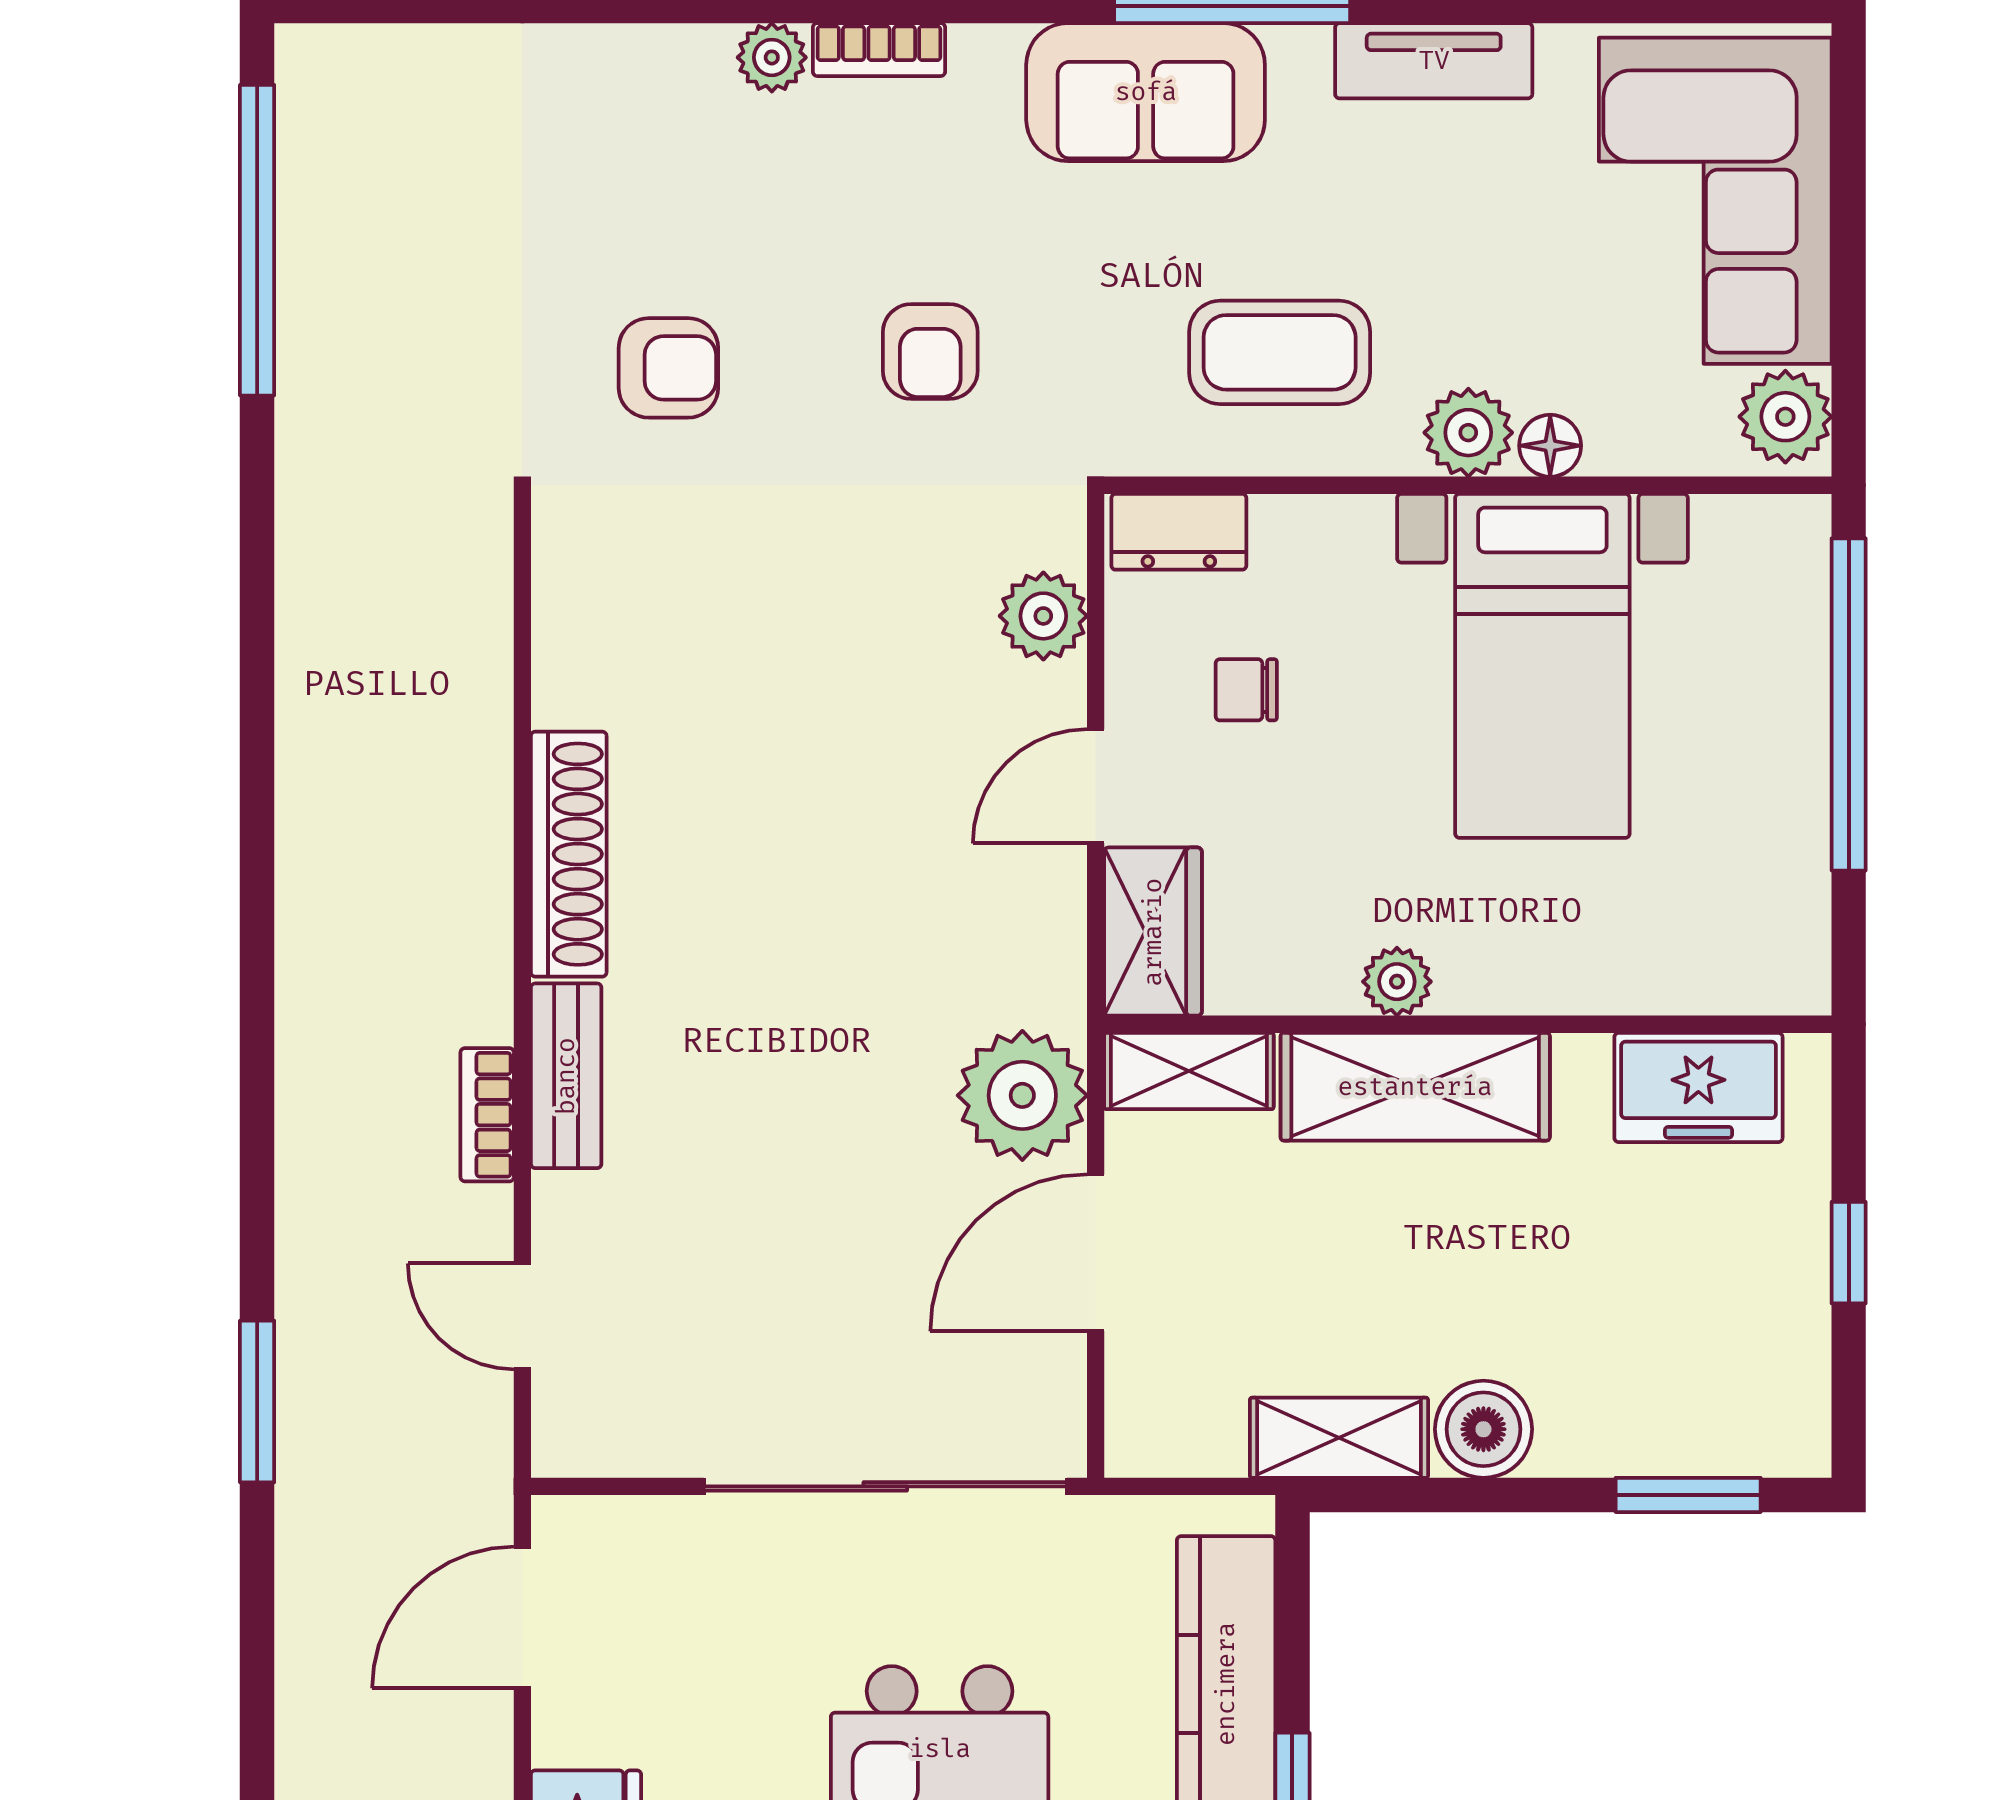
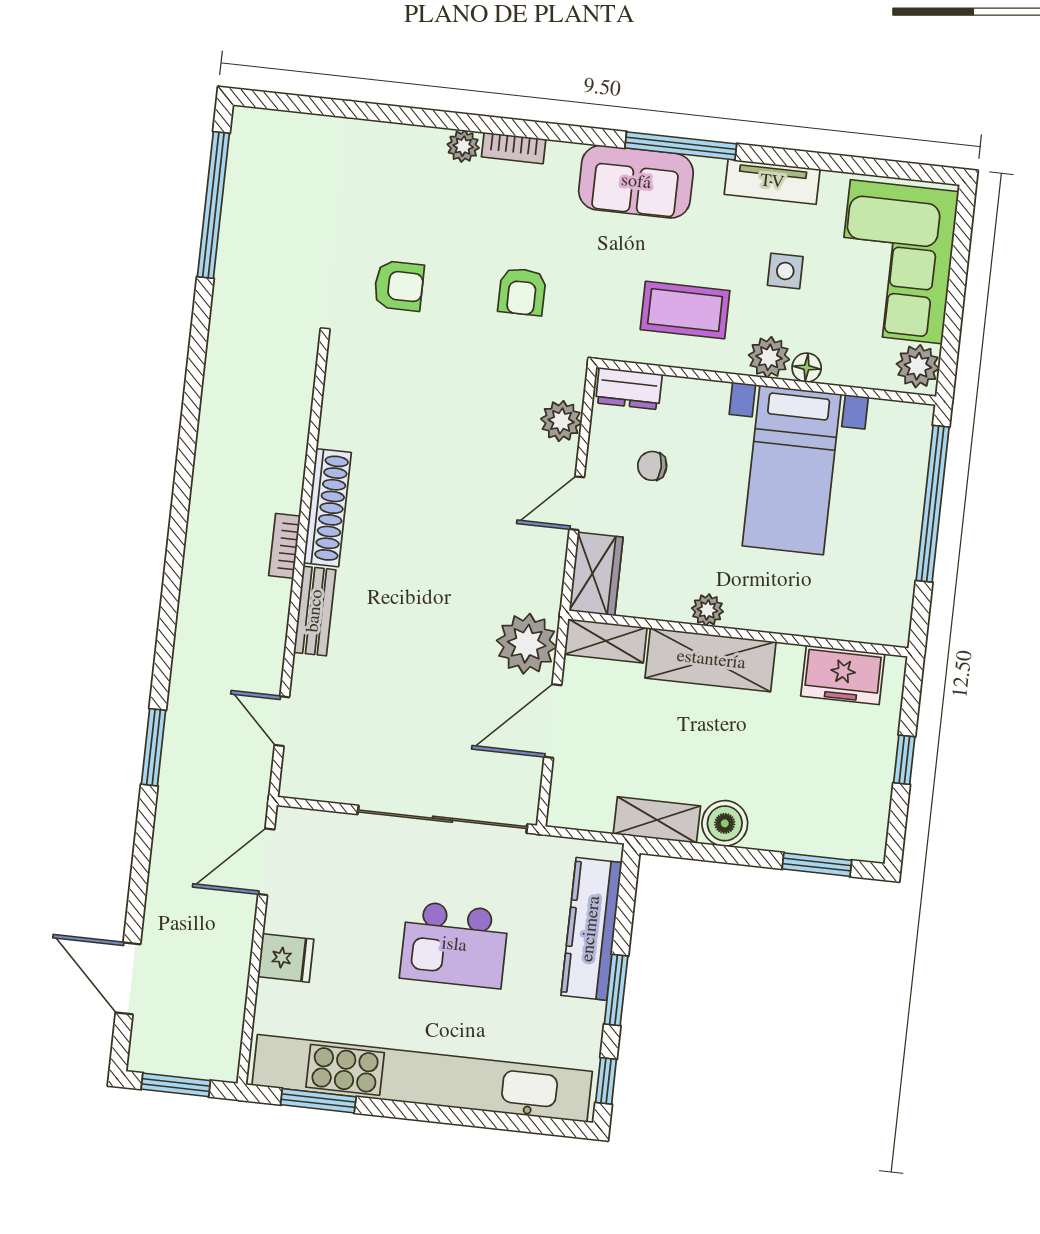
side table: (1482, 246) -> (785, 271), added
bookcase: (487, 1115) -> (285, 546), moved

